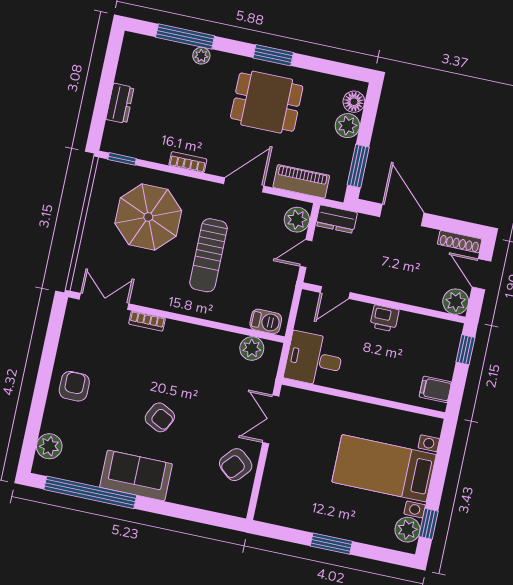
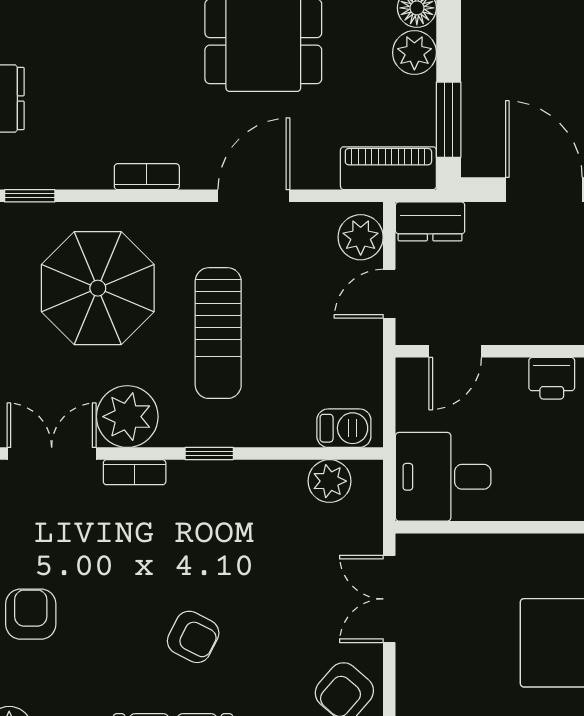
piano: (301, 181) -> (388, 168), moved
plant: (149, 290) -> (127, 417), added
window: (190, 320) -> (209, 454), added

